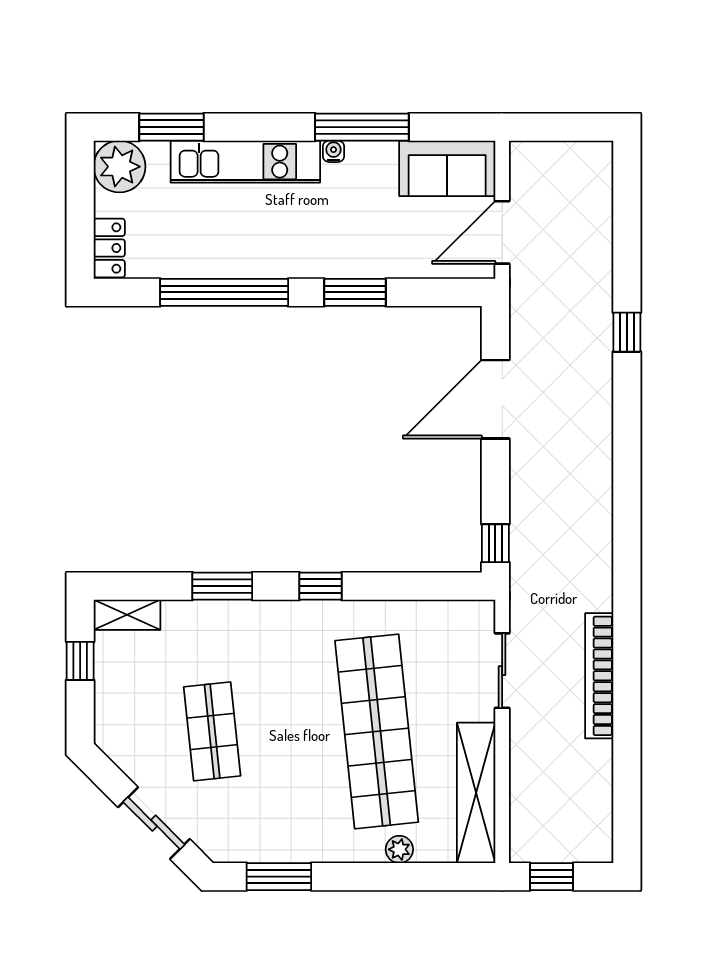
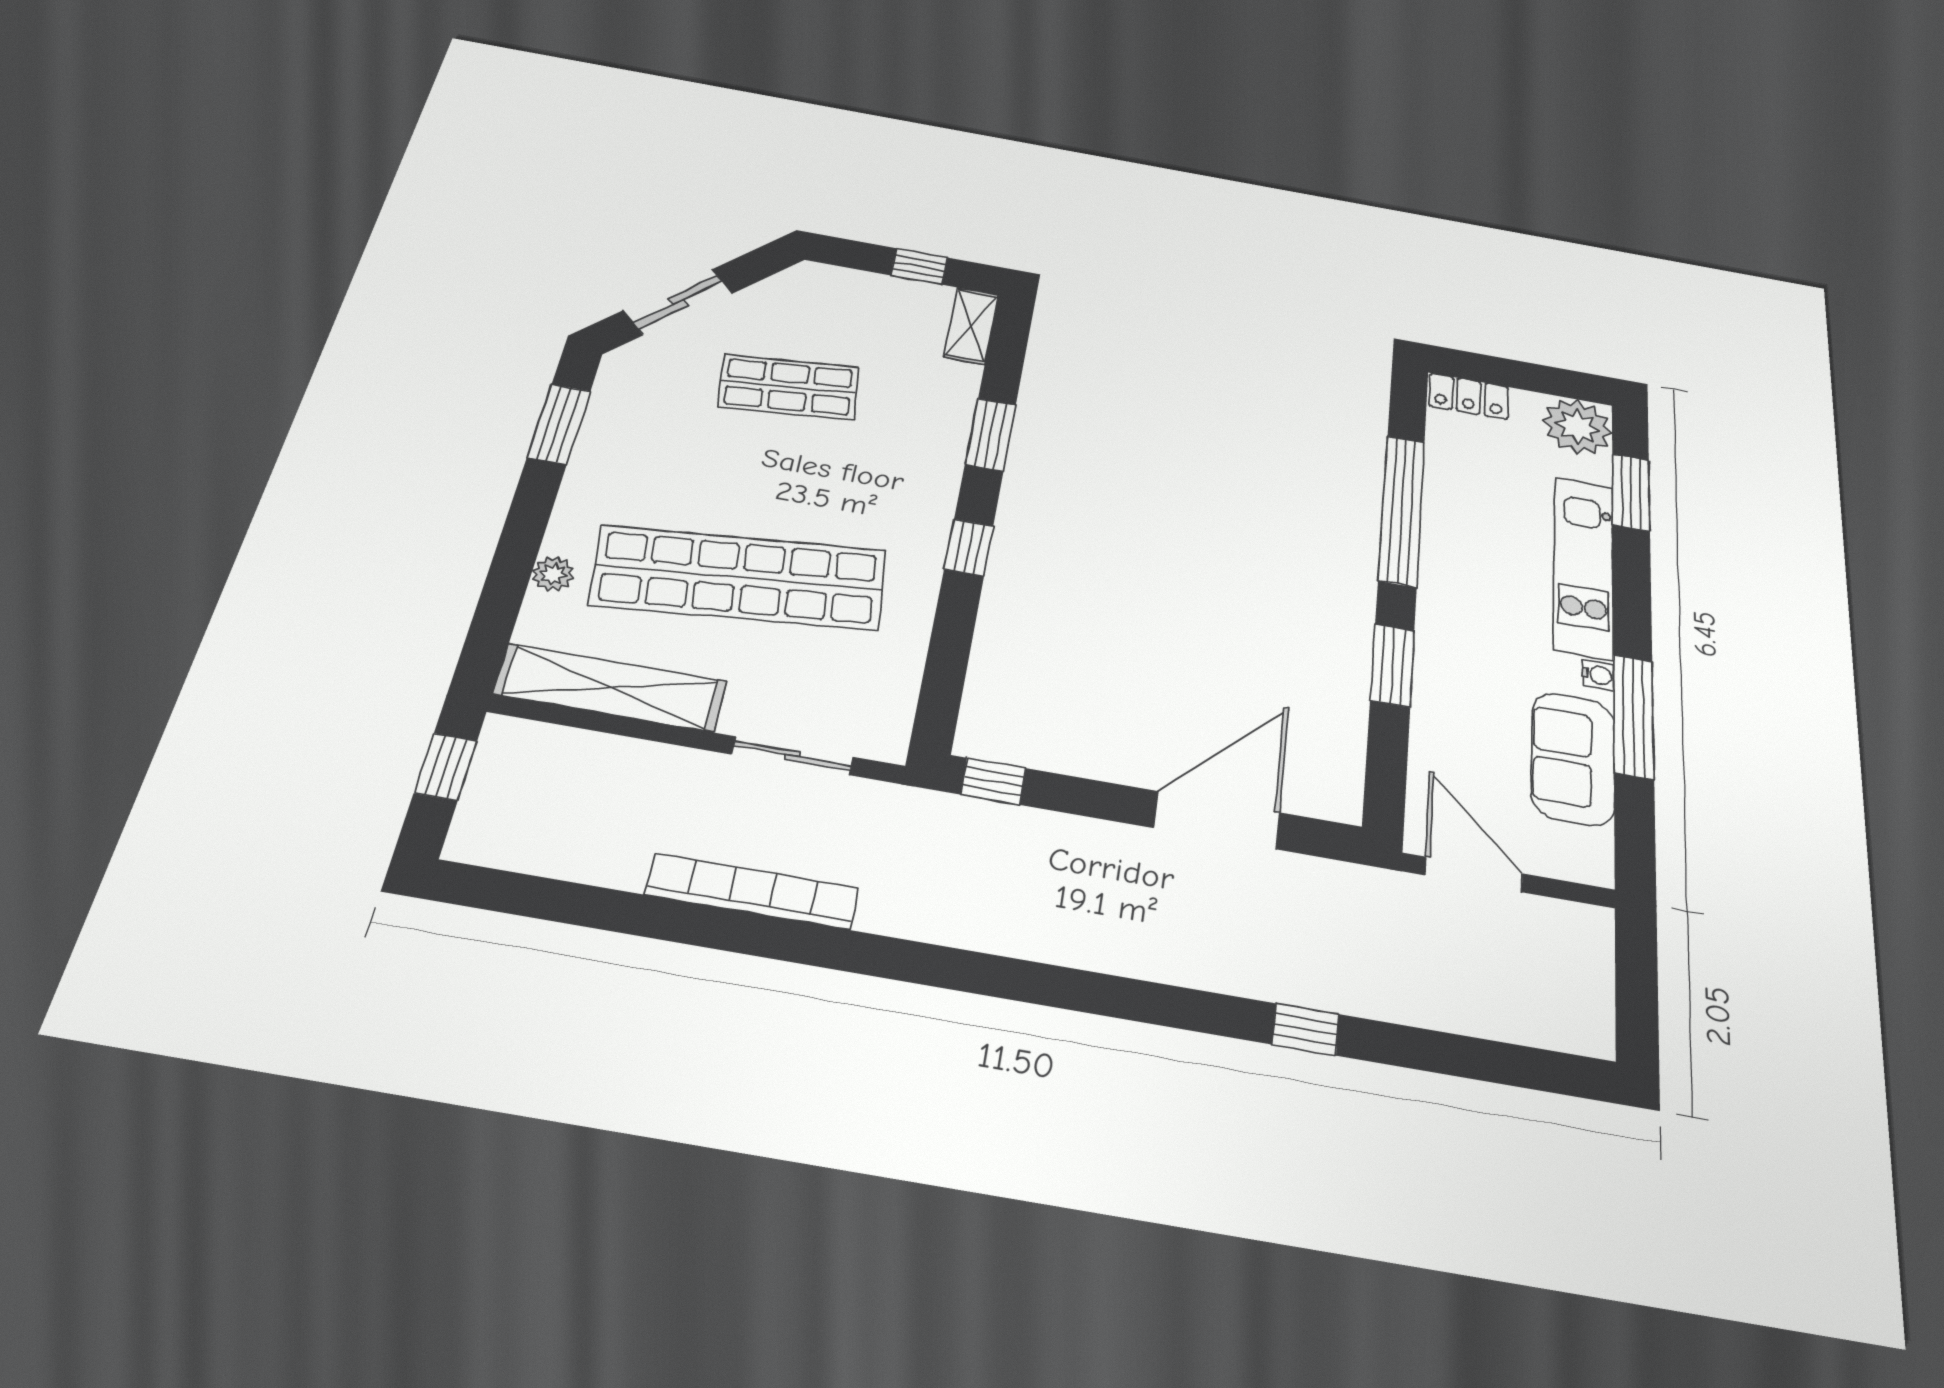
sofa: (447, 168) -> (1573, 759), moved
door: (495, 399) -> (1217, 820), hinge flipped

